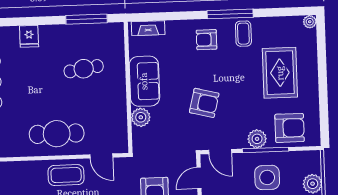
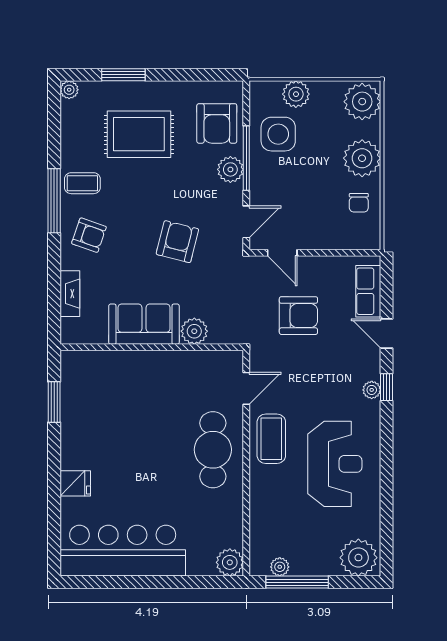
window: (87, 19) -> (54, 402), width x0.69
fireplace: (148, 28) -> (70, 294), moved
armchair: (207, 40) -> (89, 235), turned -71
window: (322, 60) -> (123, 75), added
cafe table: (84, 69) -> (123, 409), removed
armchair: (290, 128) -> (217, 123), turned 180
side table: (267, 177) -> (278, 134), moved

